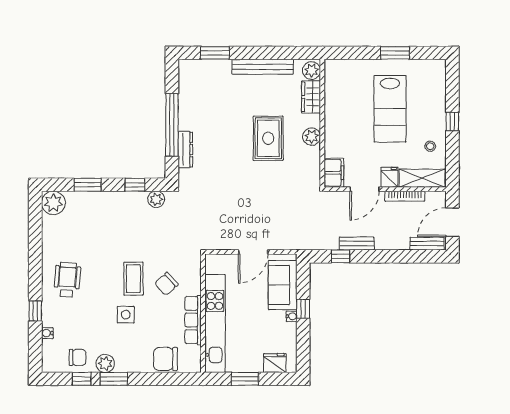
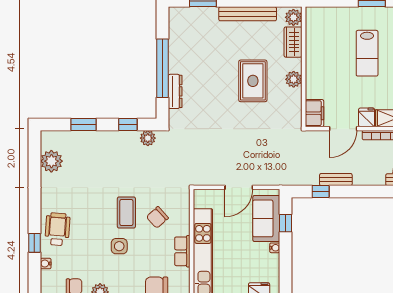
lab bench: (390, 109) -> (367, 53), width x0.73, depth x0.72
plant: (53, 203) -> (51, 161), moved
wheelchair: (67, 280) -> (57, 229), moved
window: (303, 309) -> (286, 223), moved
row of seats: (193, 320) -> (182, 251), width x0.68

